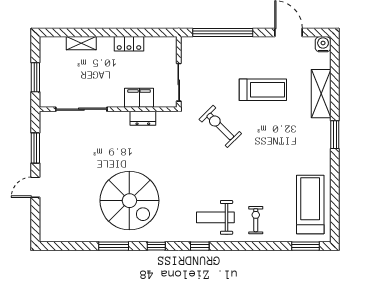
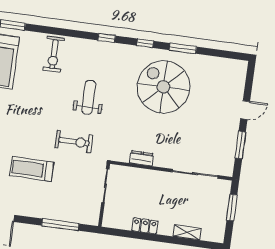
window: (223, 32) -> (60, 225), width x0.68
filing cabinet: (139, 98) -> (142, 177), removed
exercise bike: (220, 126) -> (74, 142), turned -45
weight bench: (215, 217) -> (89, 97), moved, turned -90
exercise bike: (256, 220) -> (54, 54), width x1.38, depth x1.39

